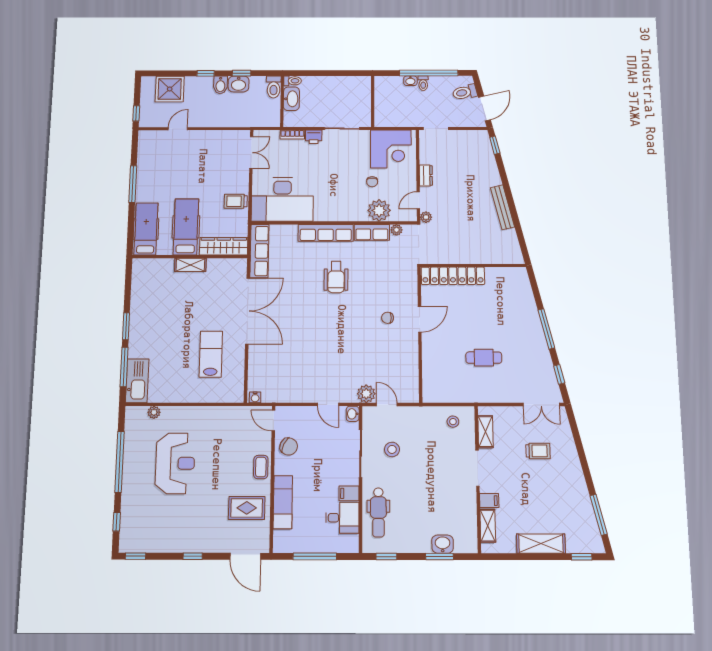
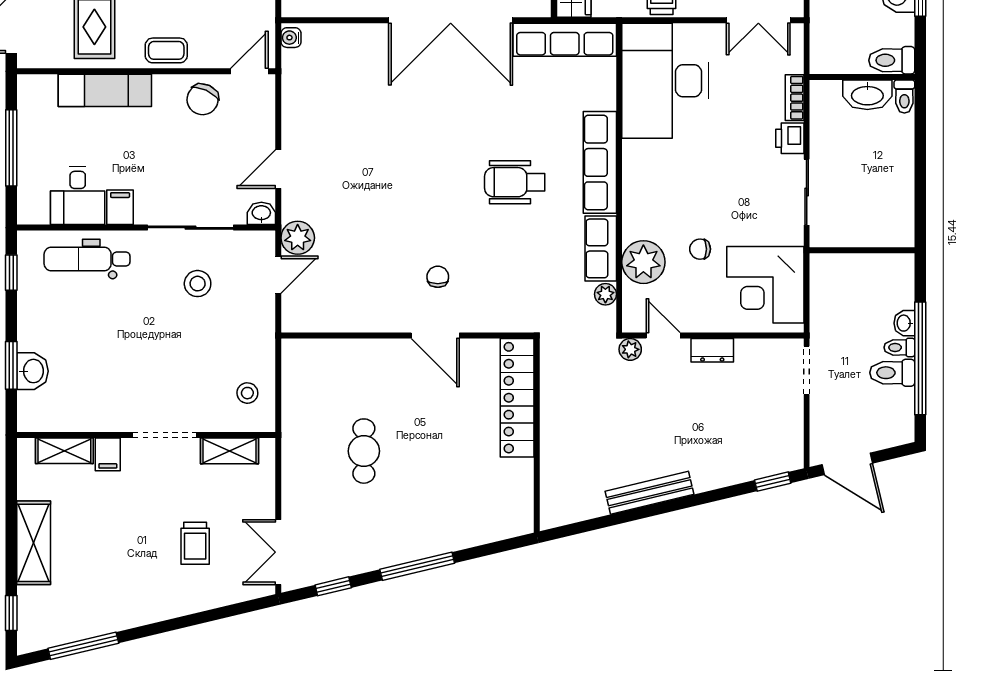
toilet: (465, 92) -> (892, 373), moved, turned -77

